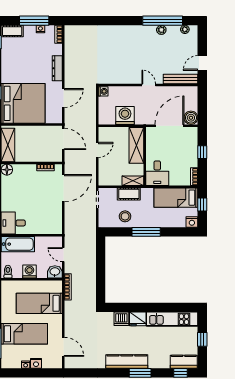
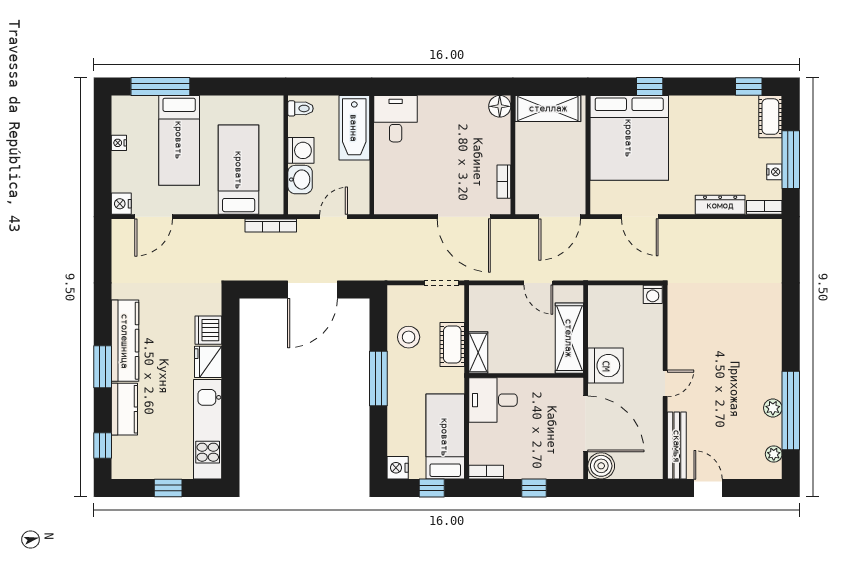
dresser: (57, 68) -> (720, 205), moved
washing machine: (125, 115) -> (606, 366), moved
shelving: (136, 145) -> (569, 338), moved, turned 90
door: (101, 266) -> (312, 289), added
washbasin: (55, 272) -> (300, 180), moved
kitchen counter: (184, 362) -> (124, 409), moved
nightstand: (36, 363) -> (121, 204), moved

